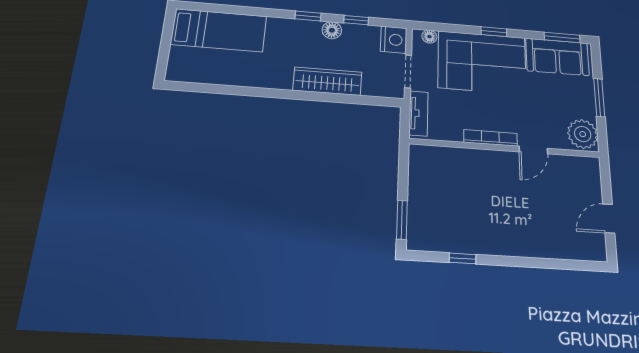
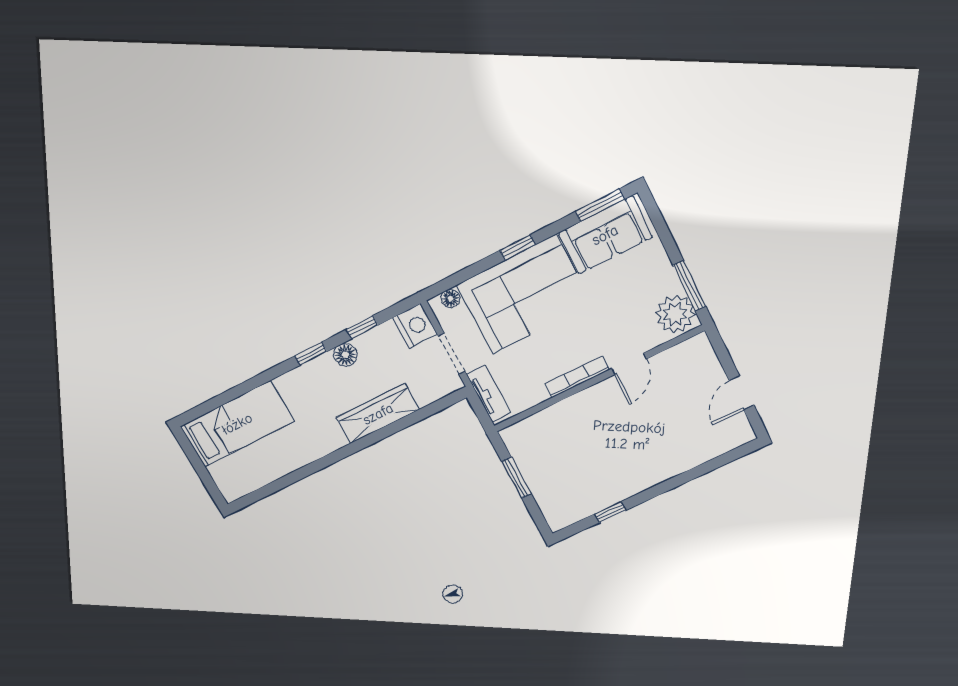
window: (599, 98) -> (689, 286), moved
window: (402, 220) -> (517, 478), moved

